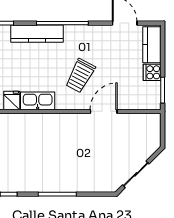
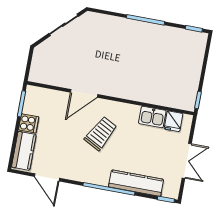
kitchen sink: (38, 101) -> (152, 117), width x0.73

